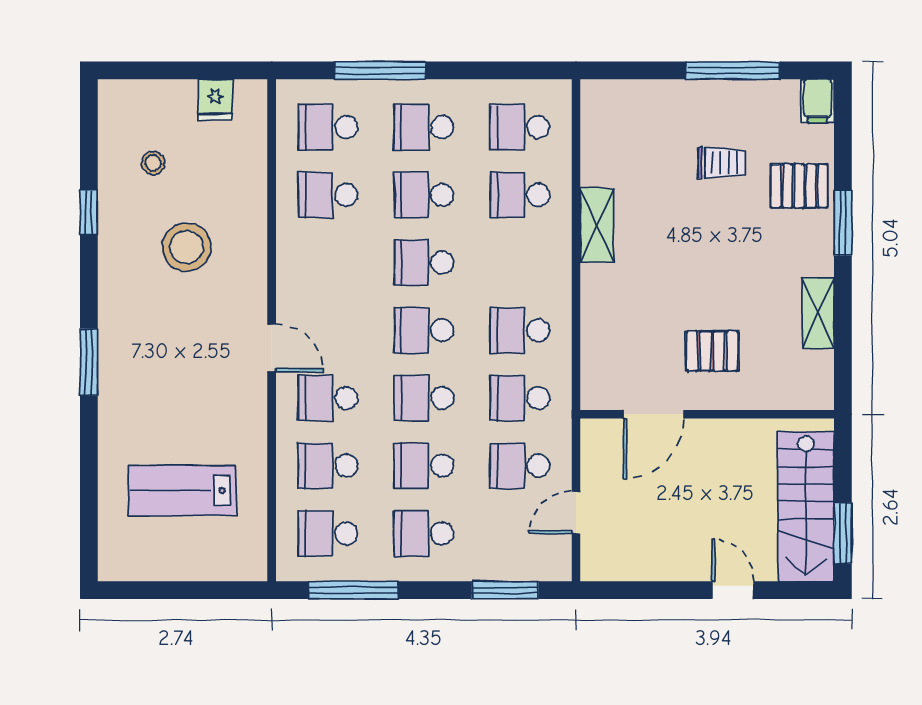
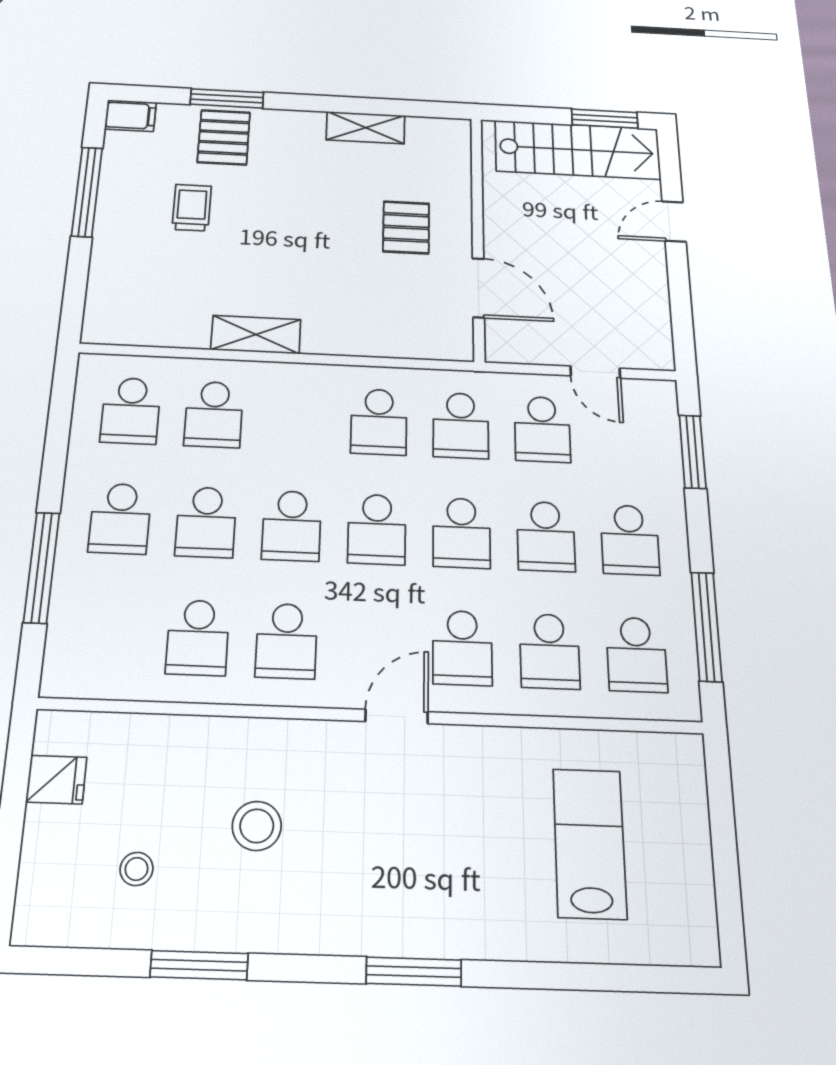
school desk: (328, 127) -> (286, 641), moved
window: (89, 212) -> (199, 965), width x1.50
window: (843, 223) -> (227, 98), moved
stool: (187, 247) -> (257, 826), width x0.73, depth x0.73
lab bench: (182, 490) -> (589, 843), turned 180

